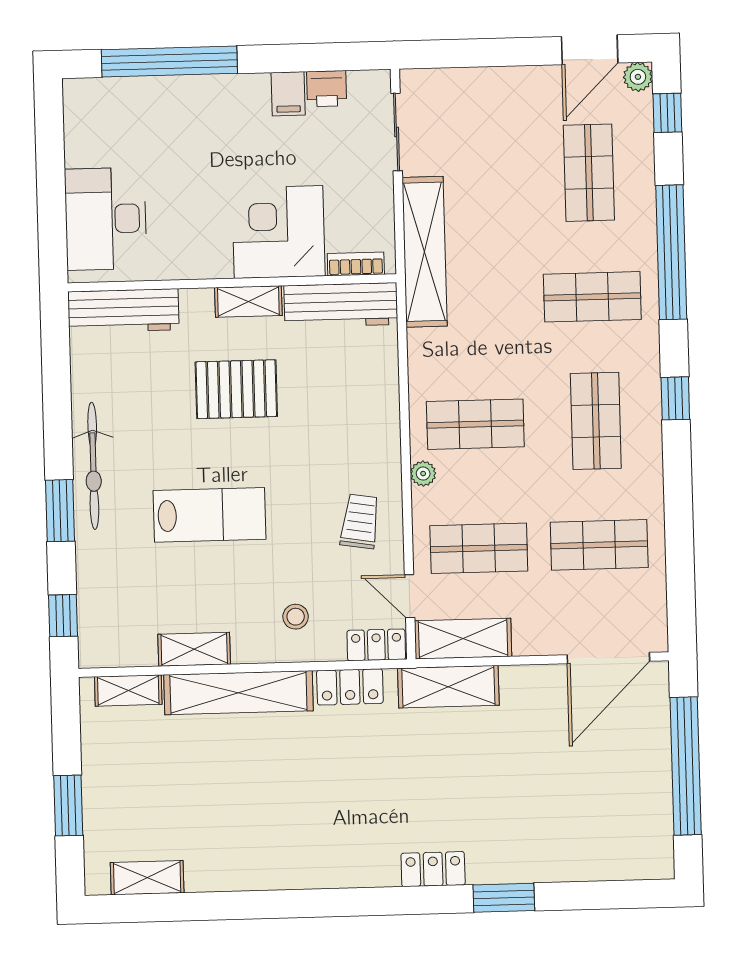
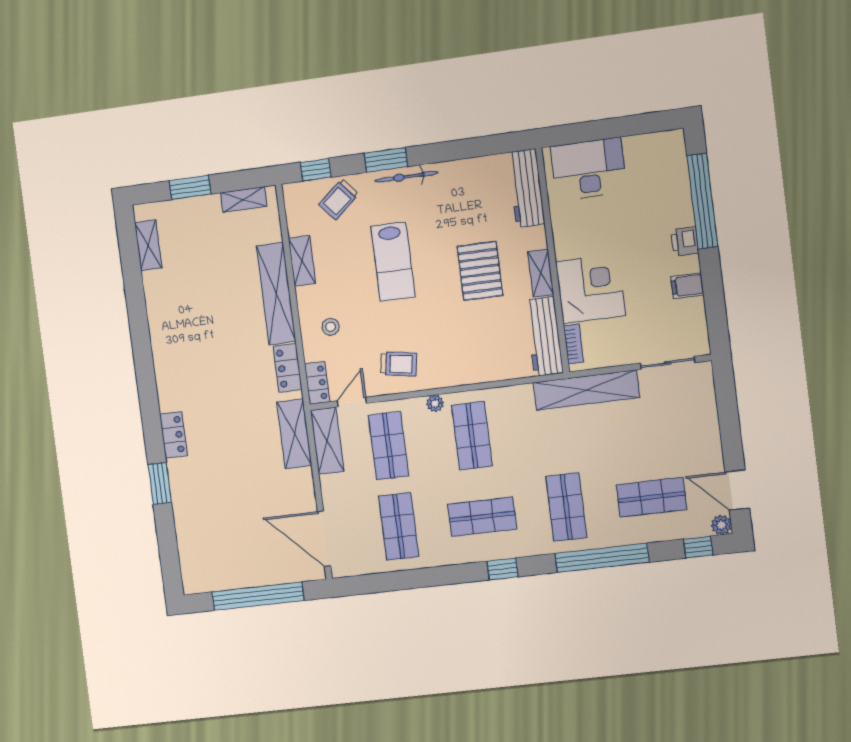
printer: (327, 89) -> (685, 241), moved
bicycle: (93, 466) -> (406, 177), width x0.73, depth x0.71
trolley: (110, 586) -> (339, 199), added
shelving: (128, 690) -> (244, 199), moved, turned 90

